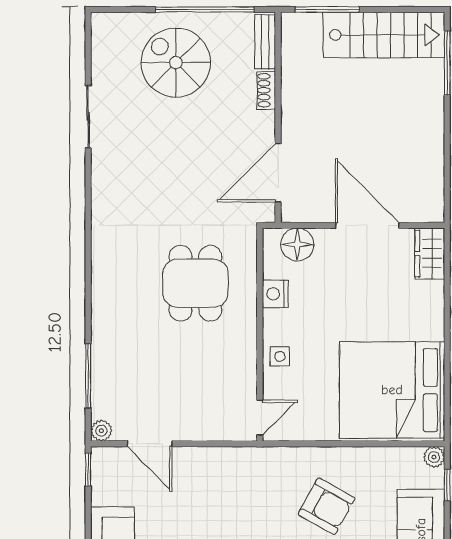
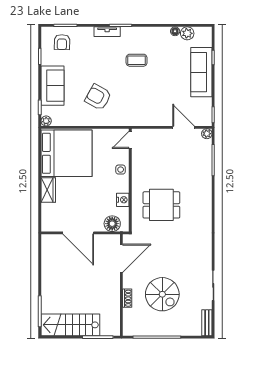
bench: (265, 42) -> (207, 323), moved
spiral stairs: (176, 63) -> (162, 294), moved
wardrobe: (430, 253) -> (48, 190), moved
dining table: (195, 283) -> (161, 205), turned 90

